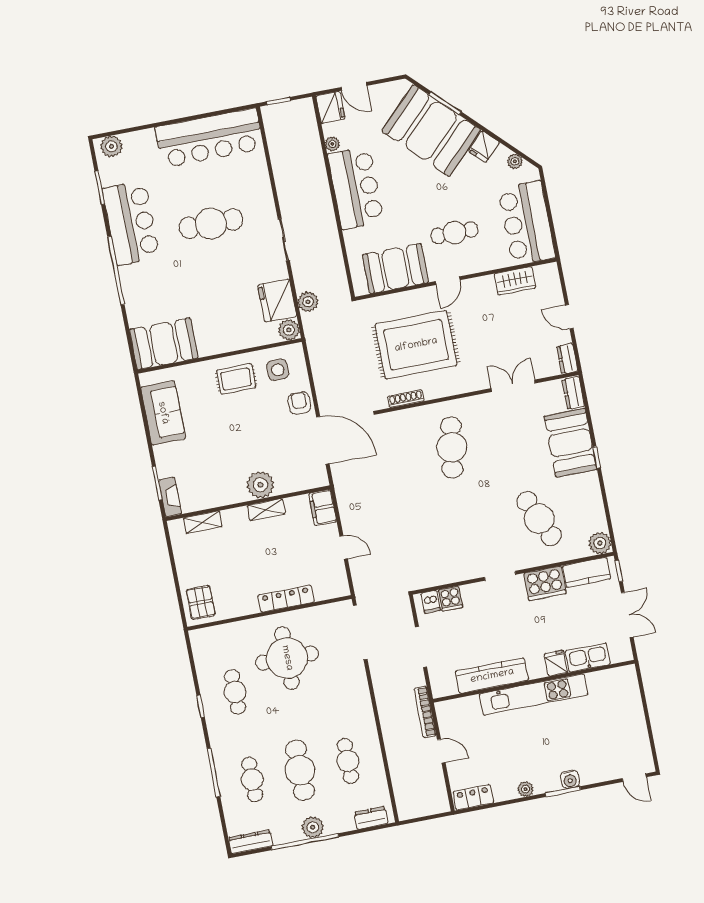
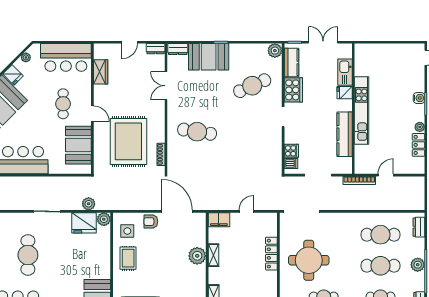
door: (323, 440) -> (177, 211), hinge flipped
cafe table: (348, 761) -> (380, 235), width x1.37, depth x1.35
locker: (473, 797) -> (418, 145), moved

